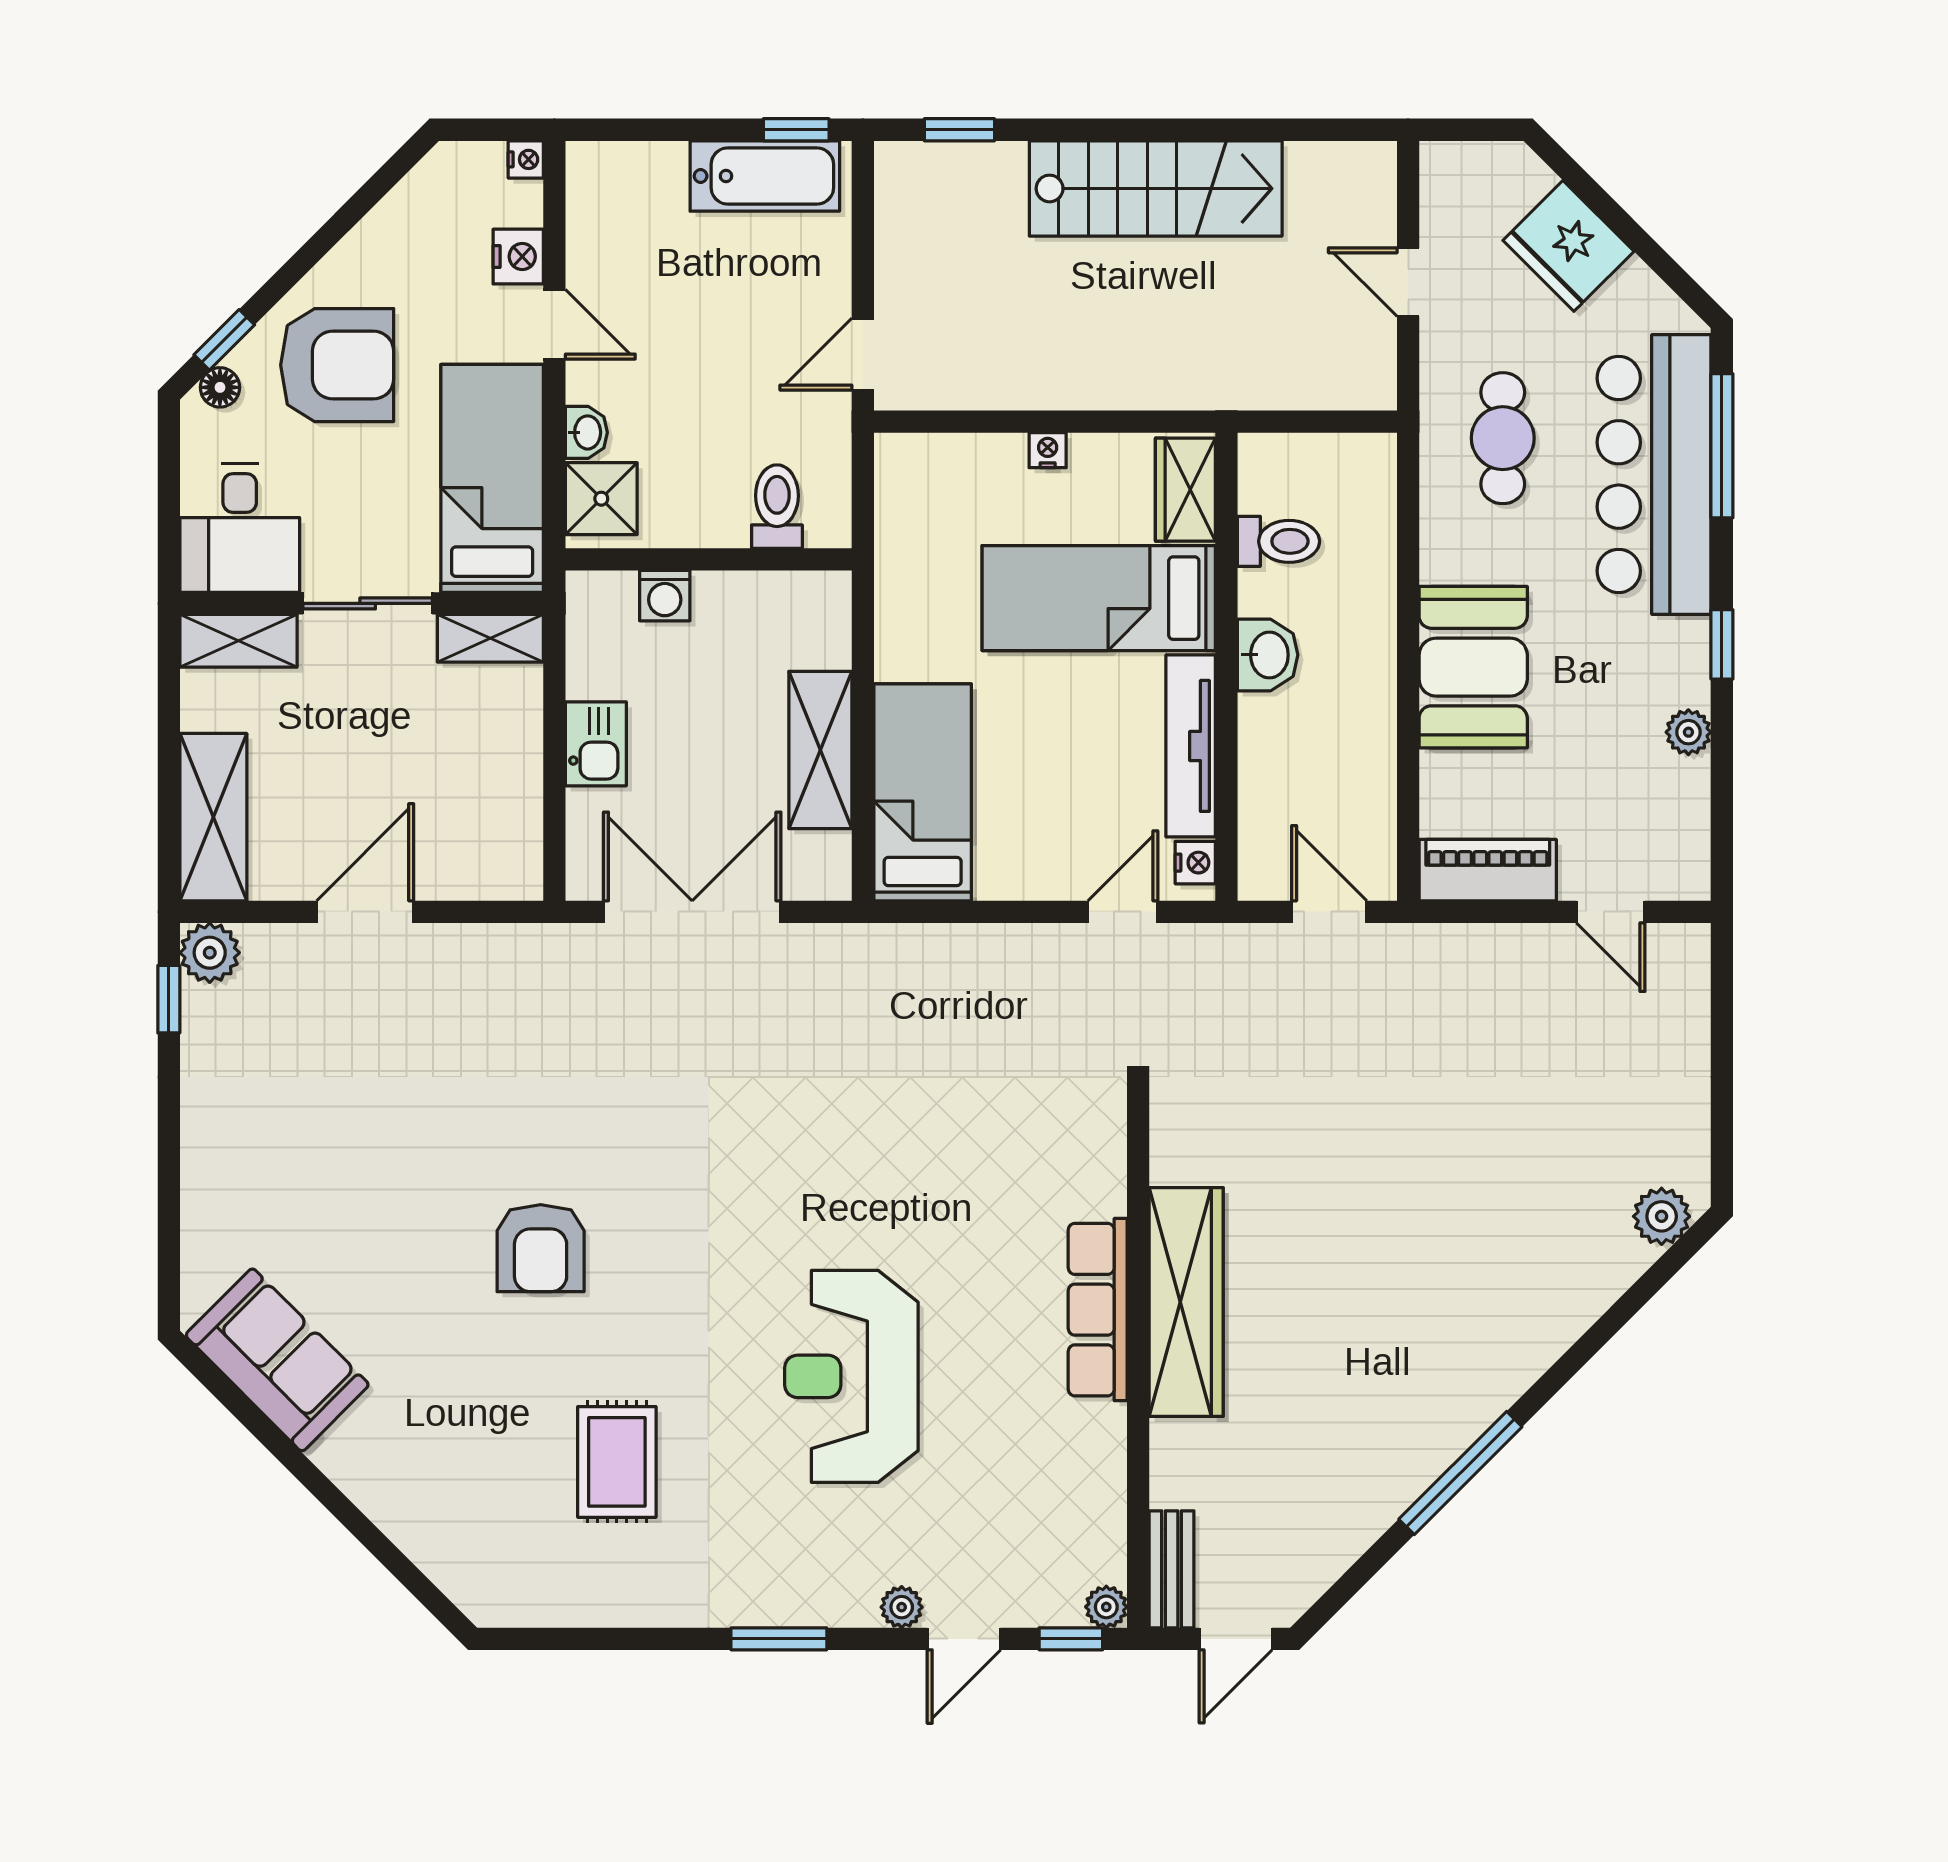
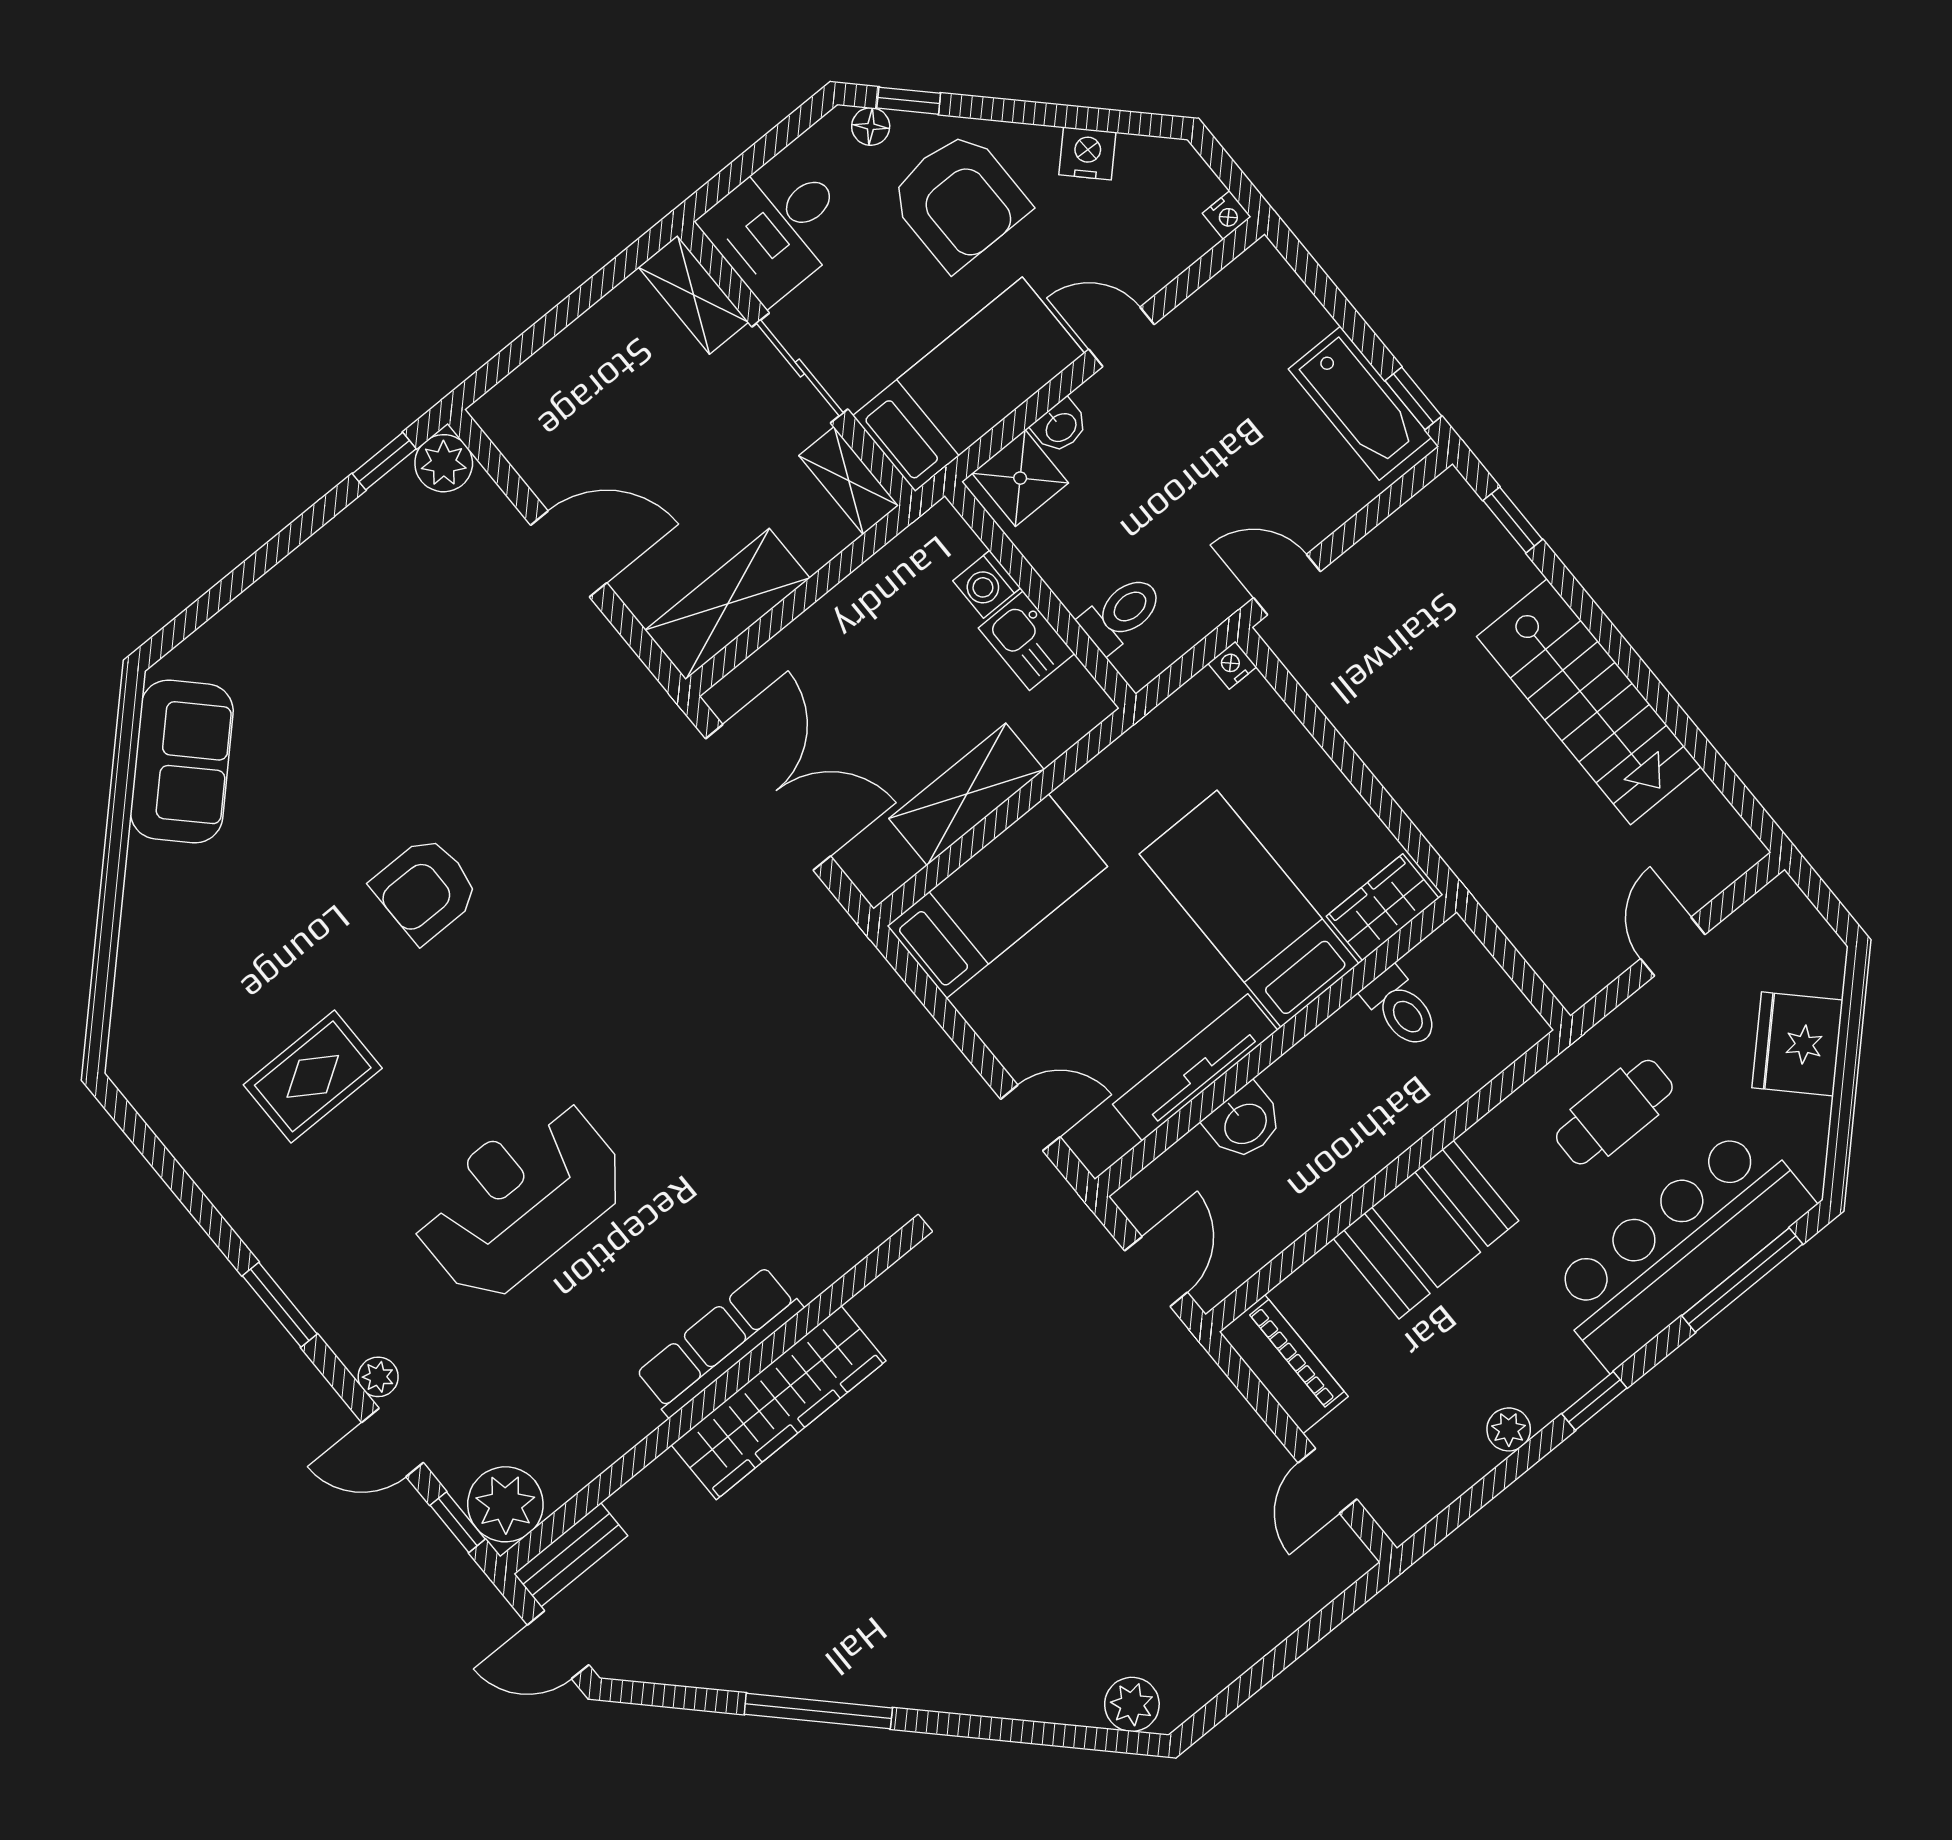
nightstand: (518, 257) -> (1087, 153), moved, turned -135
door: (554, 324) -> (1121, 337), swing flipped
nightstand: (1048, 450) -> (1232, 665), moved, turned -90
washbasin: (1268, 655) -> (1244, 1123), moved
kitchen sink: (596, 744) -> (1026, 641), moved, turned 90
shelving: (213, 817) -> (727, 604), moved
nightstand: (1195, 863) -> (1111, 1142), removed
plant: (1106, 1607) -> (505, 1504), width x1.87, depth x1.87

